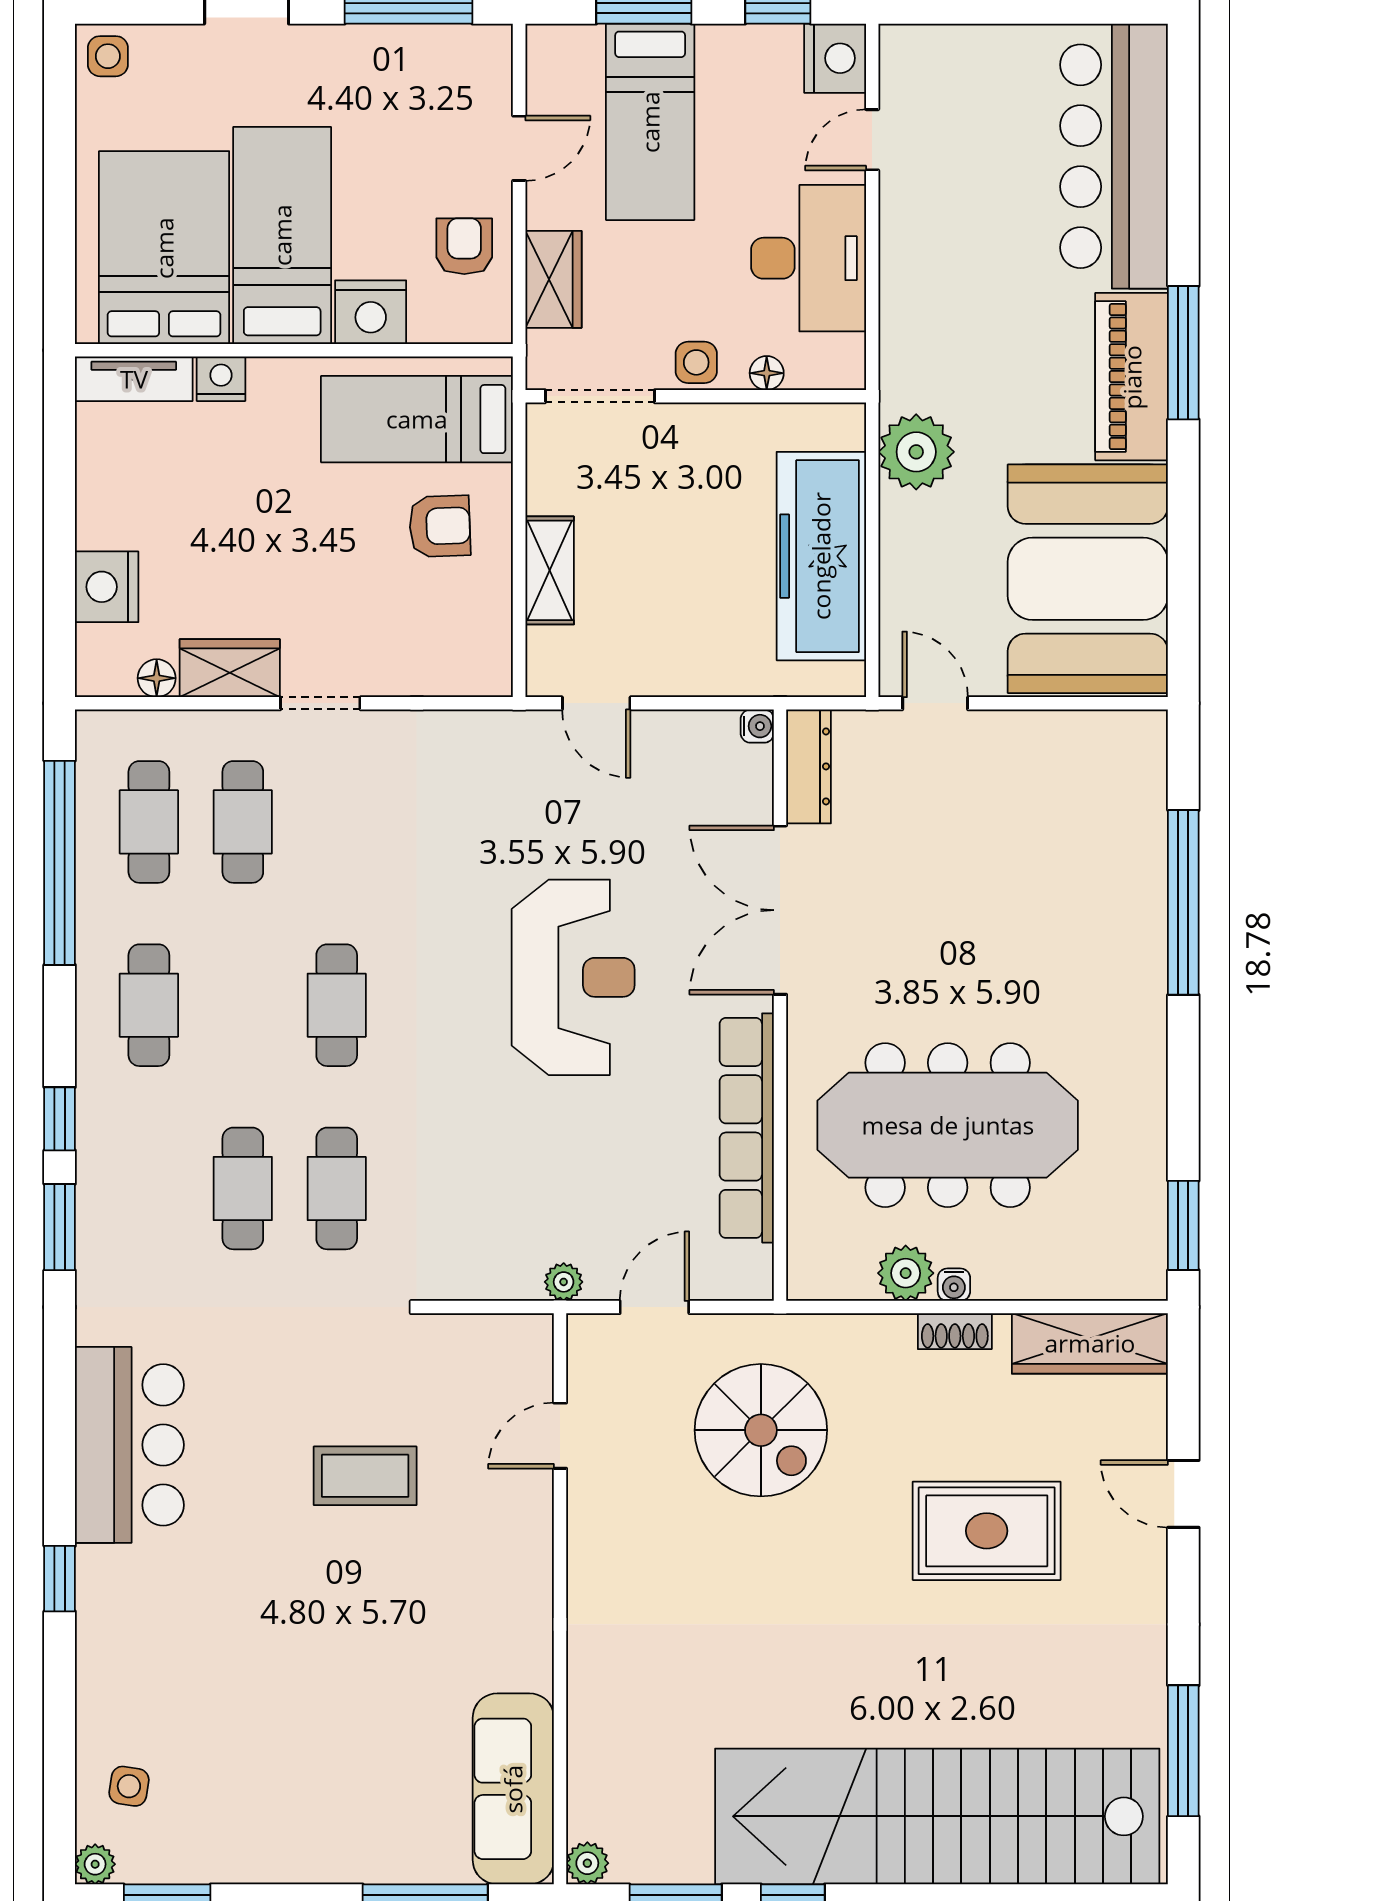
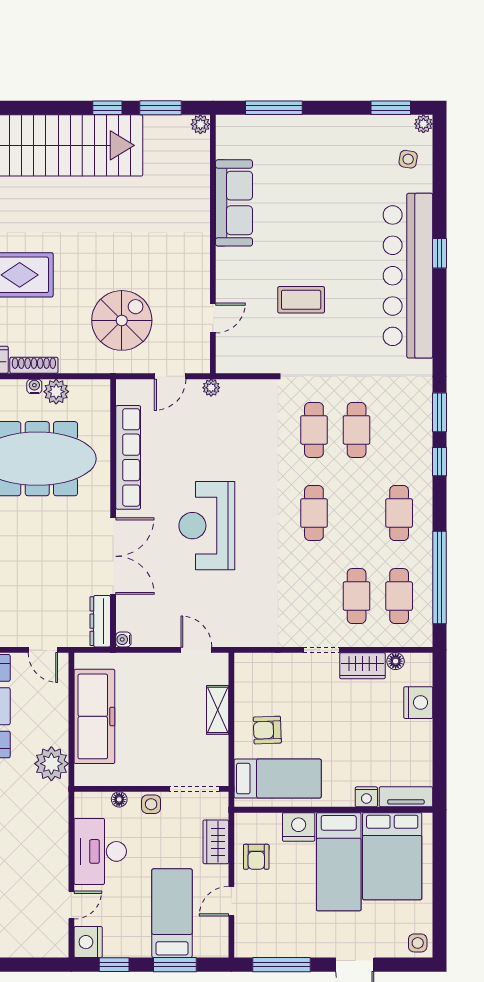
shoe rack: (955, 1331) -> (34, 365), width x1.43
spiral stairs: (761, 1430) -> (122, 320), turned 90
bar counter: (129, 1445) -> (408, 276), width x1.86
sofa: (513, 1789) -> (234, 203), moved

